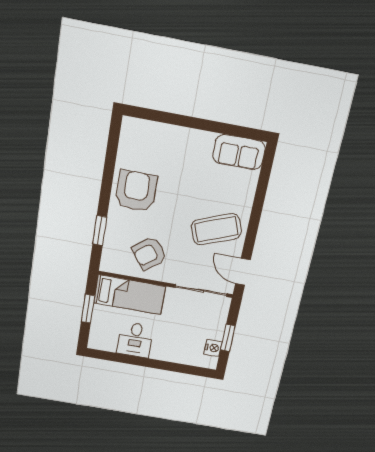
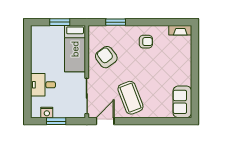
fireplace: (127, 135) -> (180, 30), added
armchair: (136, 191) -> (146, 42), width x0.53, depth x0.53
desk: (135, 340) -> (43, 85), moved

